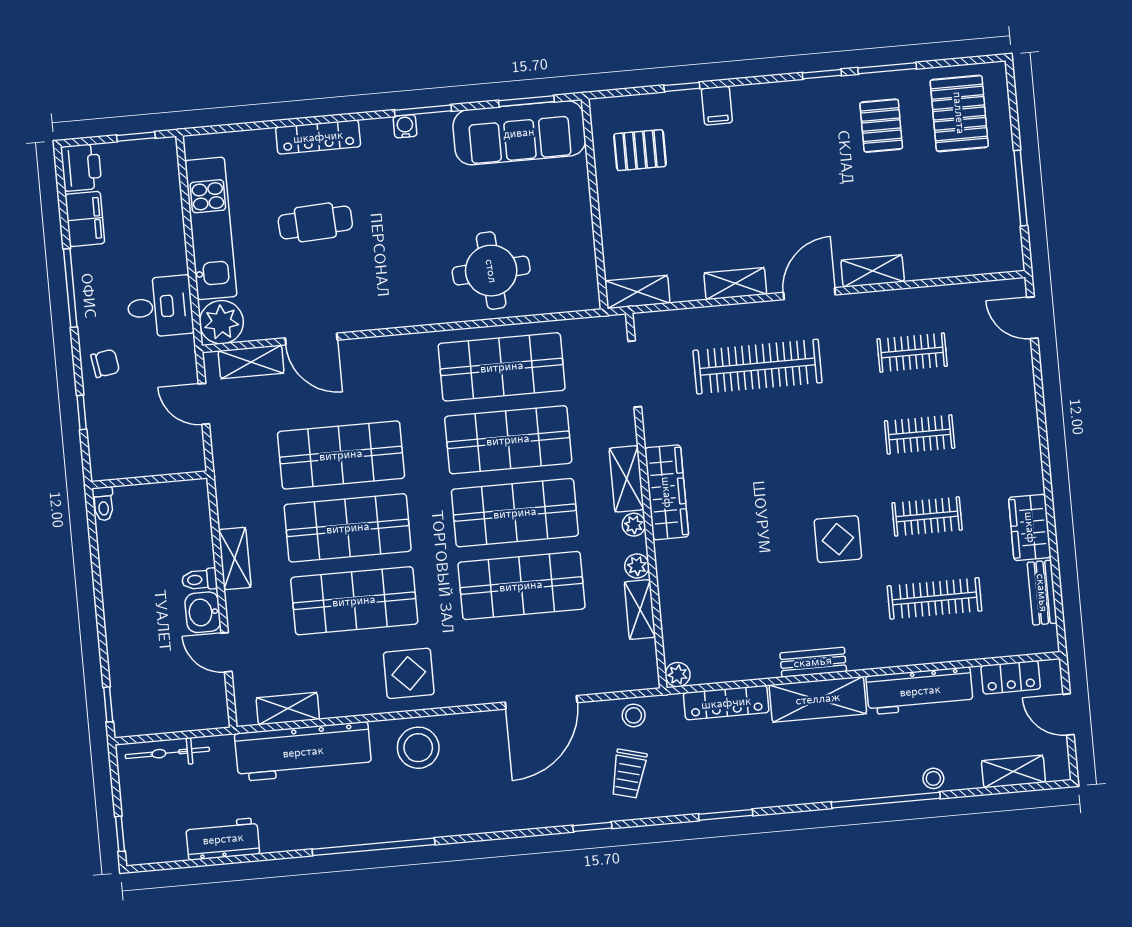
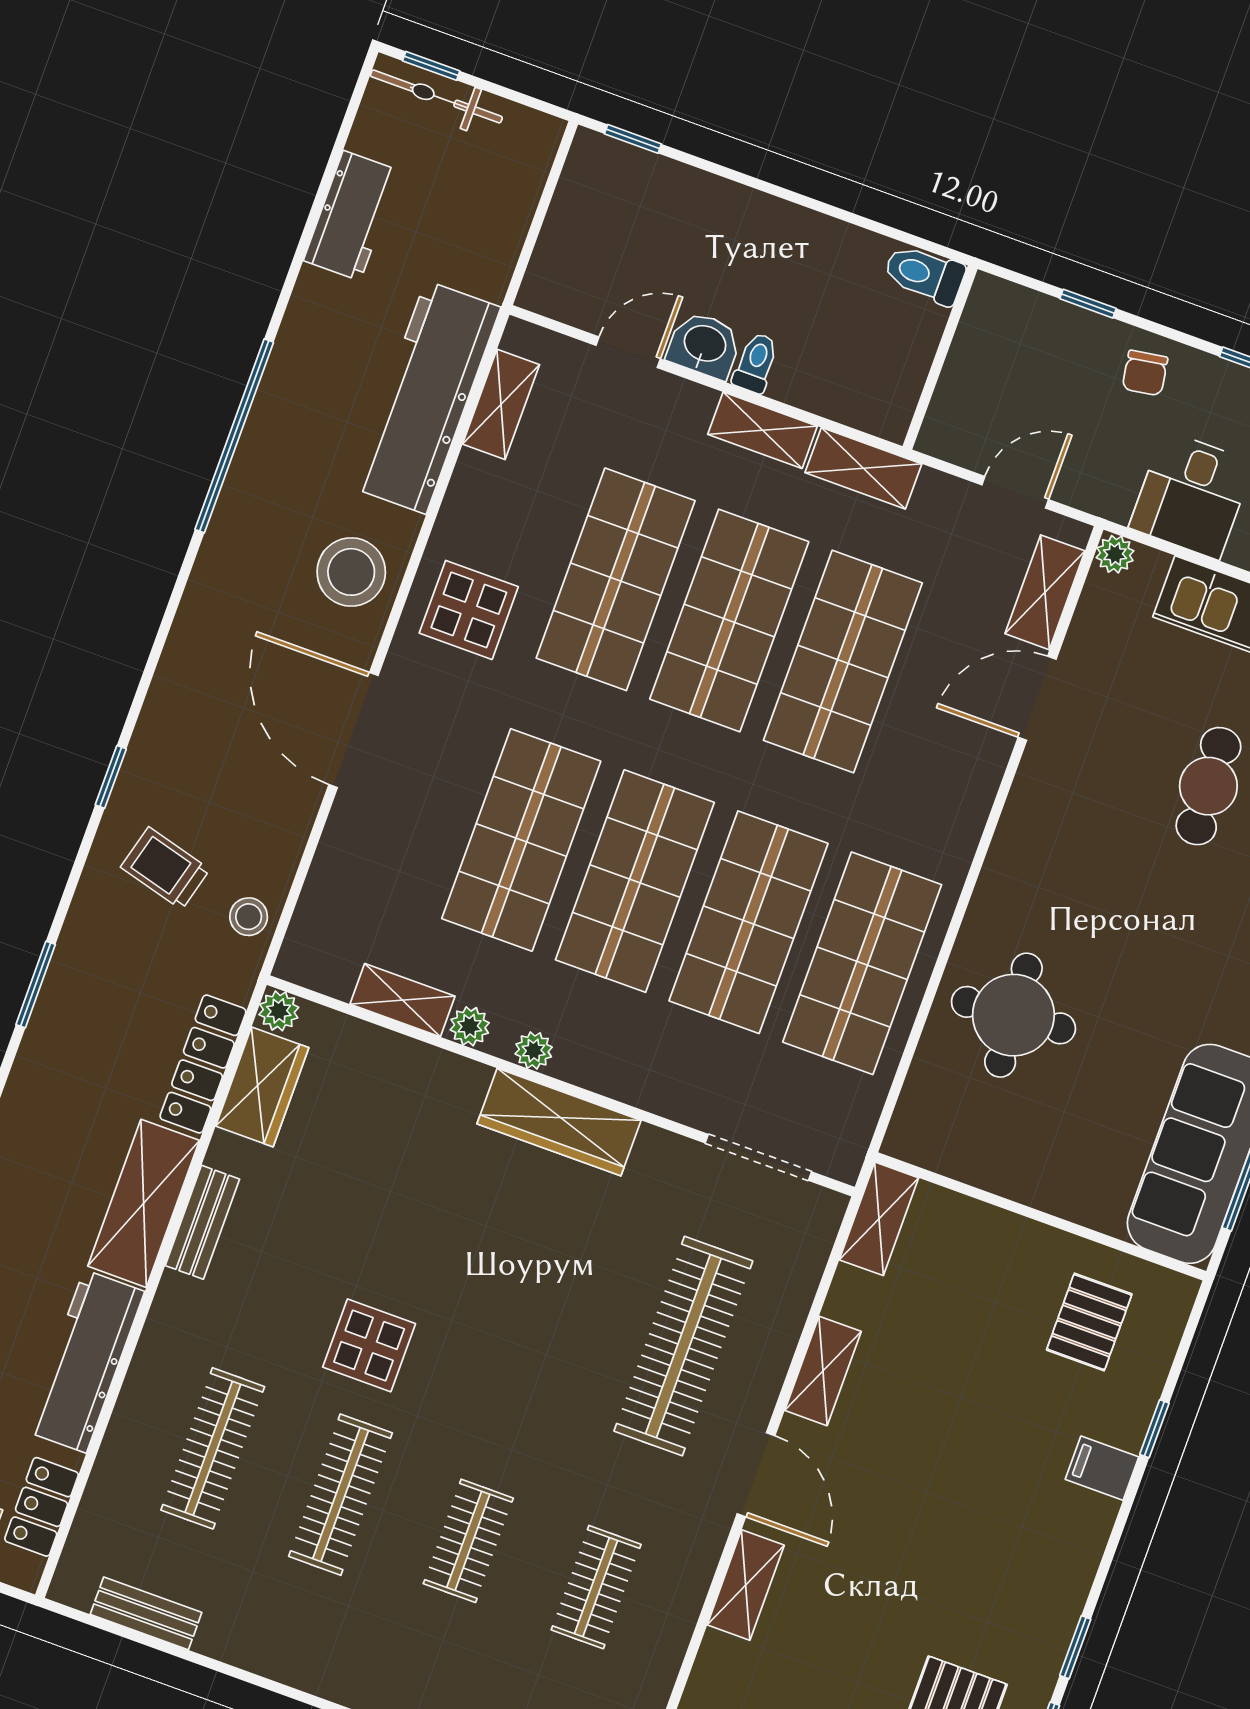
plant: (221, 322) -> (1115, 554), width x0.53, depth x0.53
shelving: (627, 479) -> (863, 468), moved
toilet: (103, 504) -> (924, 274), width x1.37, depth x1.39
clothes rail: (927, 516) -> (341, 1495), width x1.36
wardrobe: (1030, 527) -> (262, 1087), moved, turned 90
door: (541, 702) -> (354, 730), moved
bicycle: (167, 753) -> (436, 96), moved, turned -90

